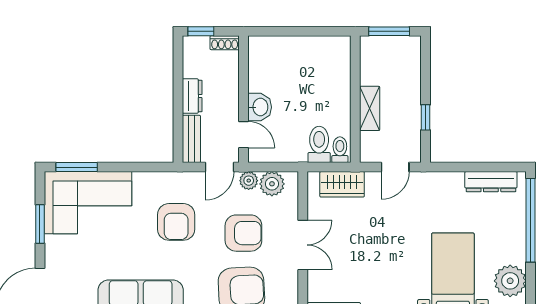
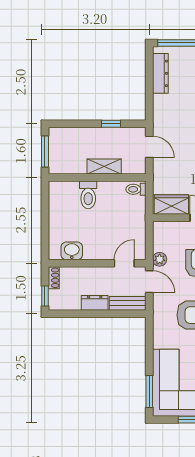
washbasin: (260, 107) -> (72, 251), moved
toilet: (319, 144) -> (88, 195), moved, turned -90
plant: (272, 184) -> (162, 241), removed
wardrobe: (342, 184) -> (171, 205), moved, turned -90

